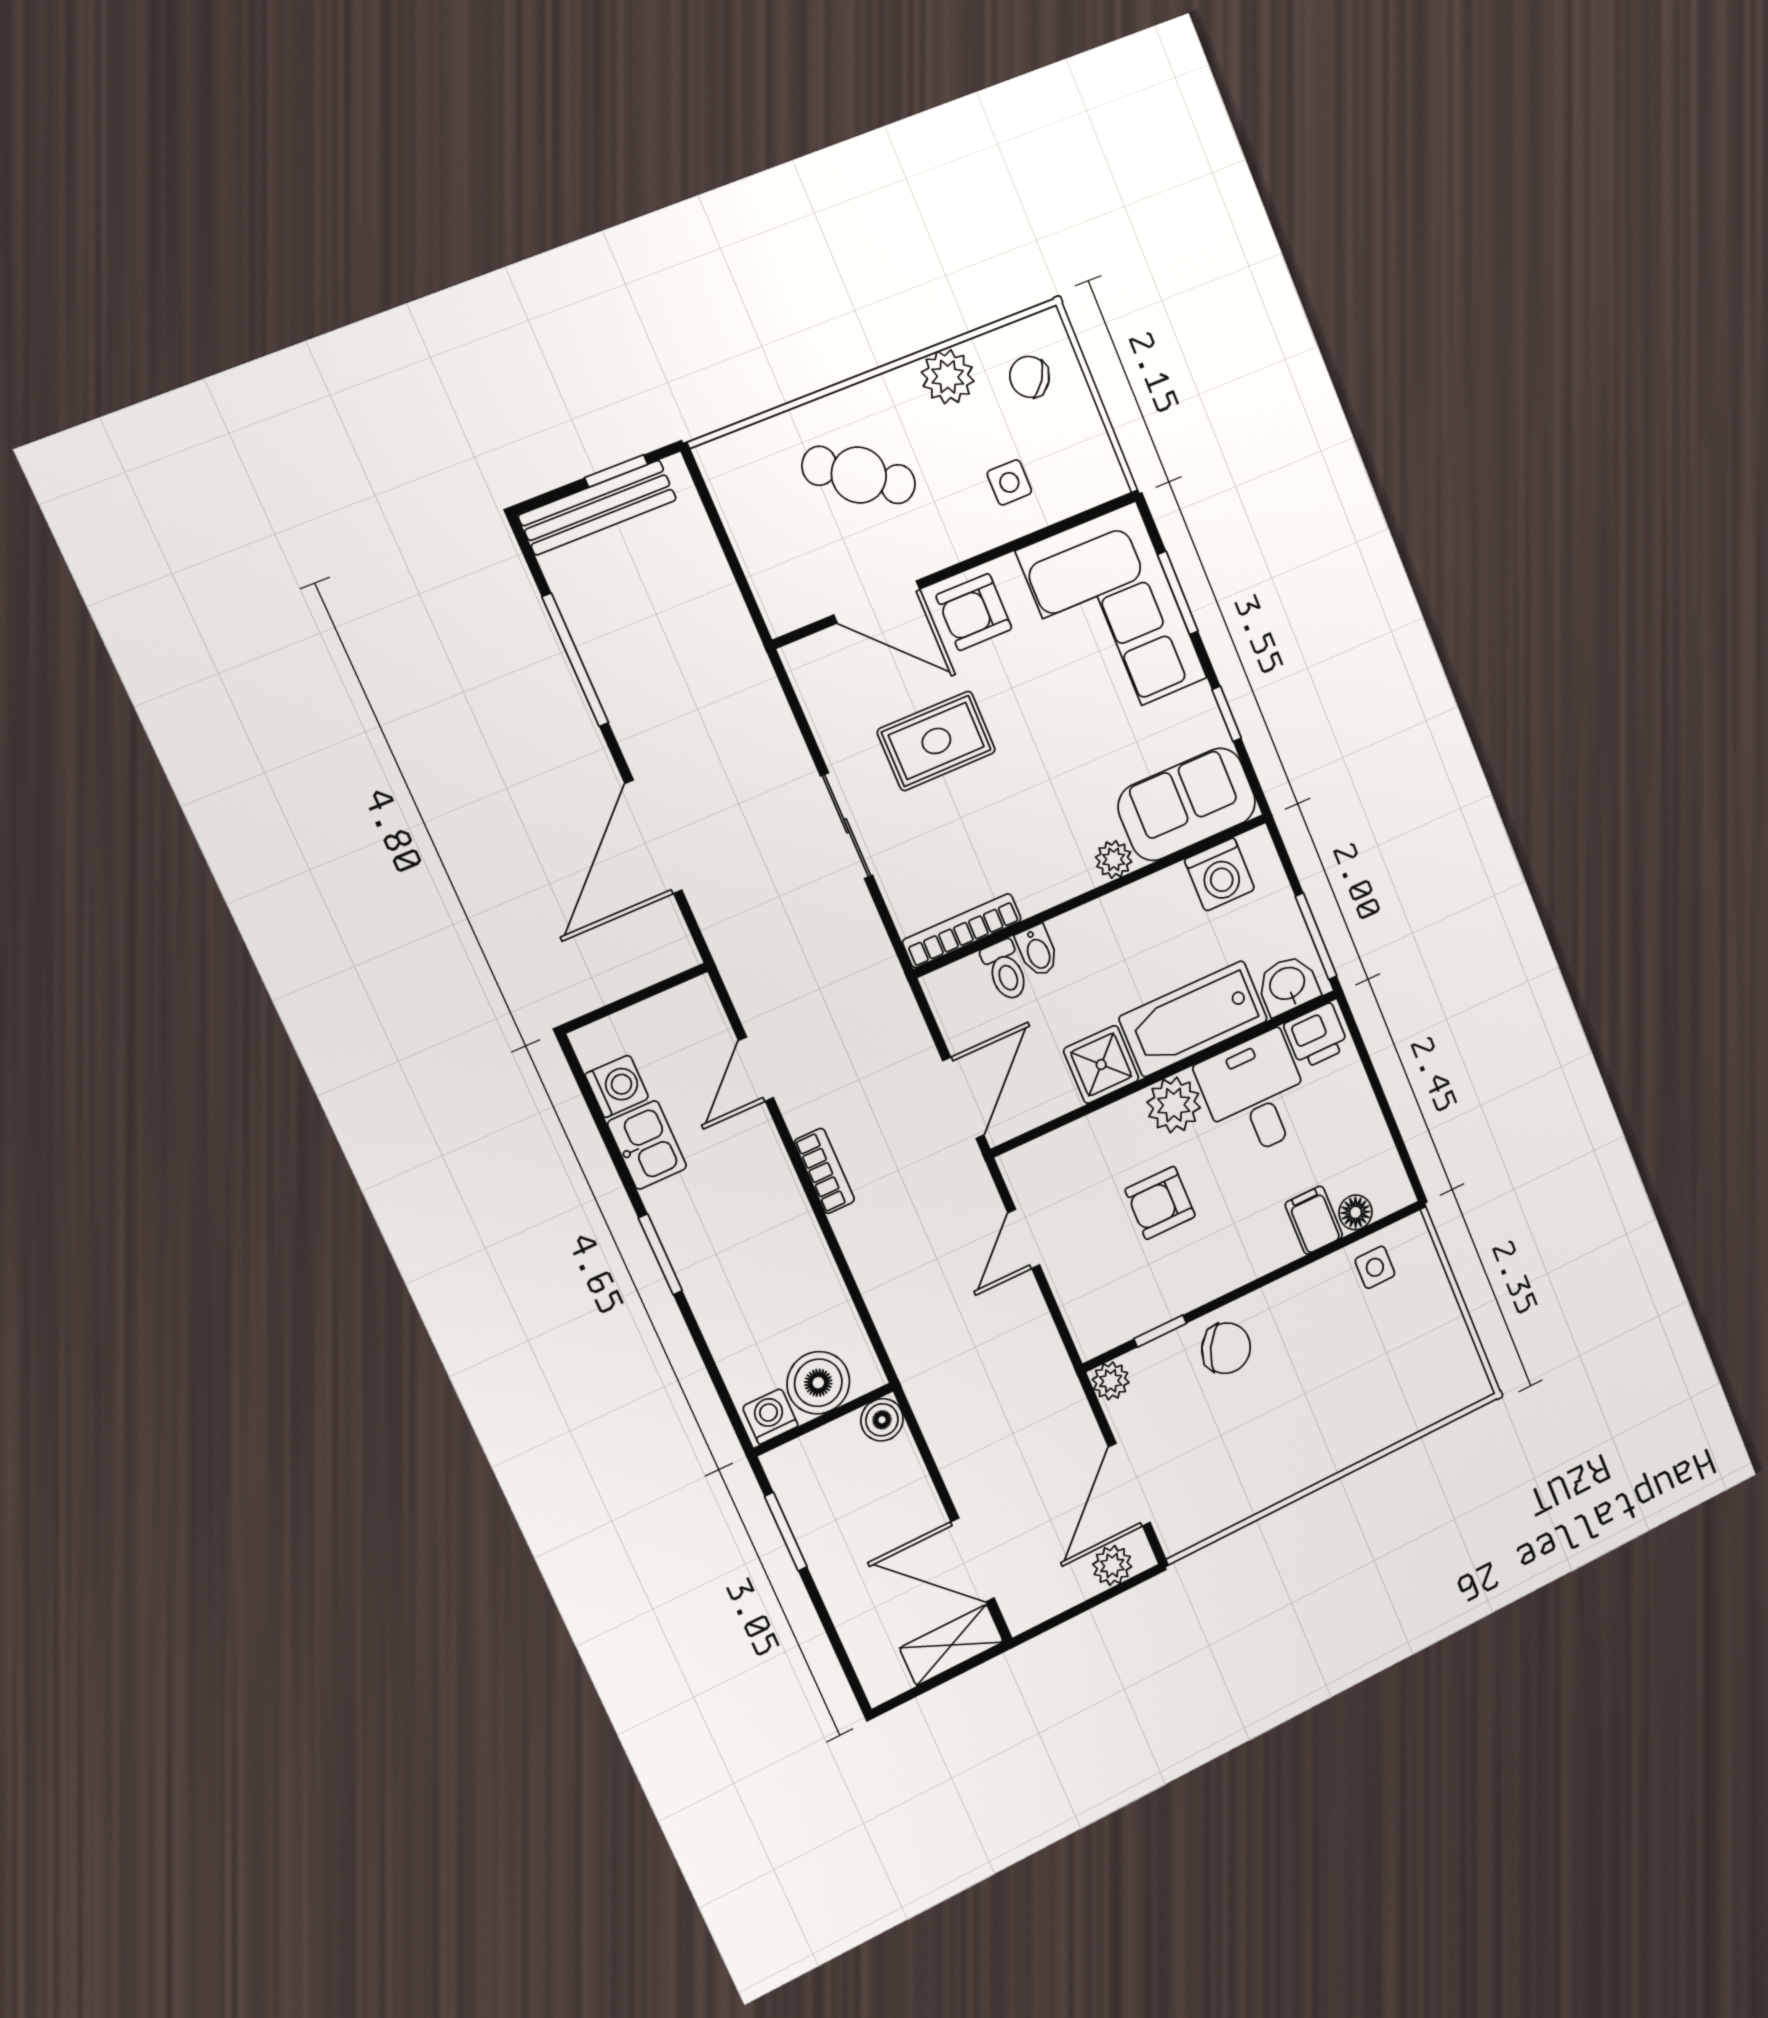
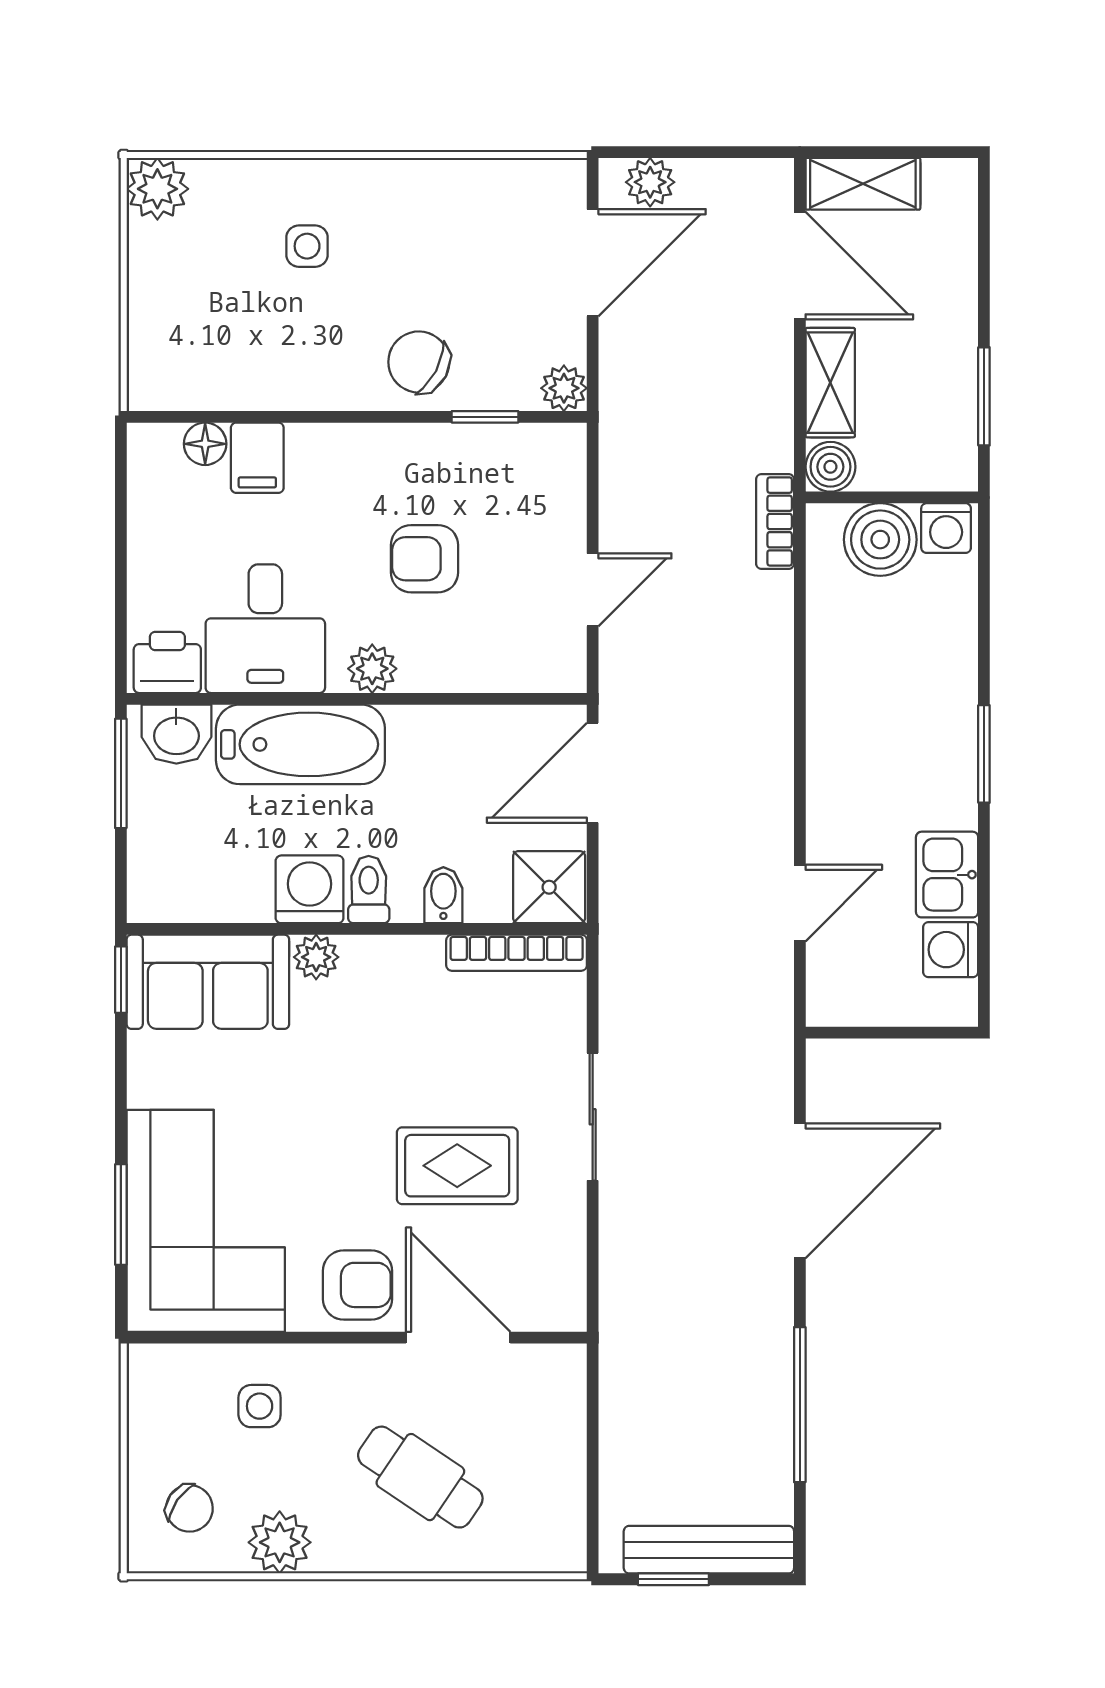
window: (1227, 714) -> (121, 980), moved
washing machine: (1220, 875) -> (310, 889), moved
toilet: (1005, 970) -> (369, 890), moved
shower: (1101, 1065) -> (549, 887), moved
plant: (1174, 1105) -> (372, 669), width x0.73, depth x0.73
bookcase: (824, 1171) -> (775, 522), moved
armchair: (1160, 1203) -> (424, 559), turned 180
side table: (1375, 1267) -> (307, 246), moved
plant: (1465, 1382) -> (157, 189), added
shelving: (911, 1484) -> (830, 383), added

